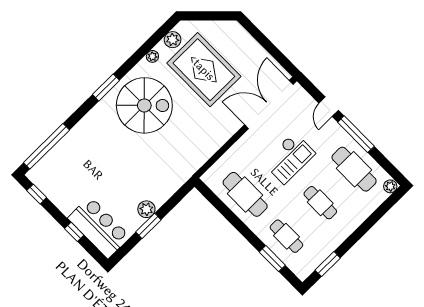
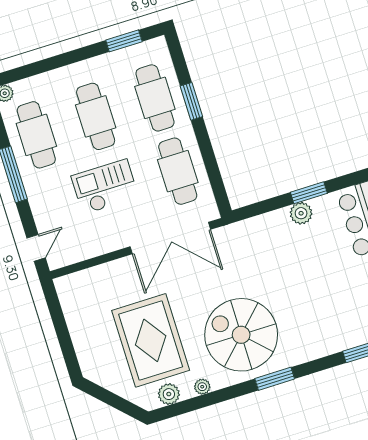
double door: (269, 104) -> (170, 238), moved
door: (329, 107) -> (36, 248), moved
cafe table: (320, 203) -> (96, 116), width x1.37, depth x1.35
cafe table: (286, 236) -> (155, 98), width x1.37, depth x1.35
window: (272, 259) -> (191, 101), moved

